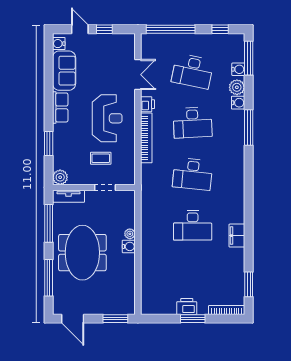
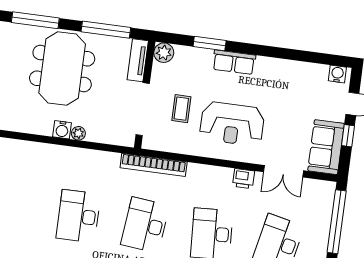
sofa: (64, 71) -> (326, 147), moved, turned 90
row of seats: (60, 107) -> (234, 62), moved
bookcase: (146, 138) -> (154, 165), moved
doorway: (105, 187) -> (143, 109), width x1.88
meeting table: (82, 253) -> (62, 69), turned 90

